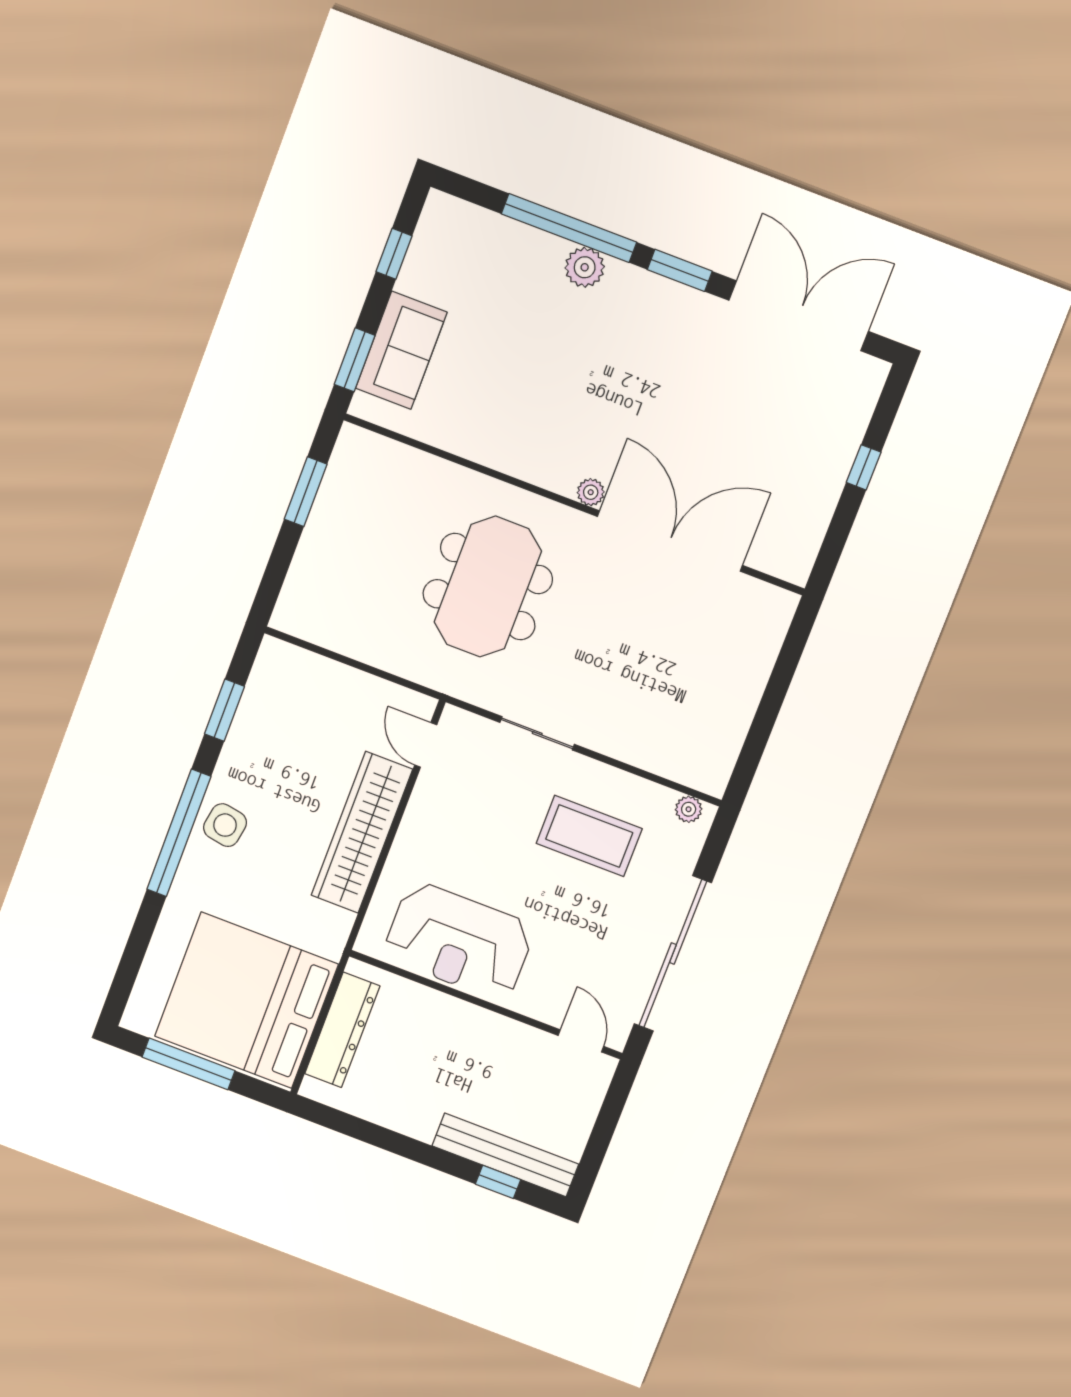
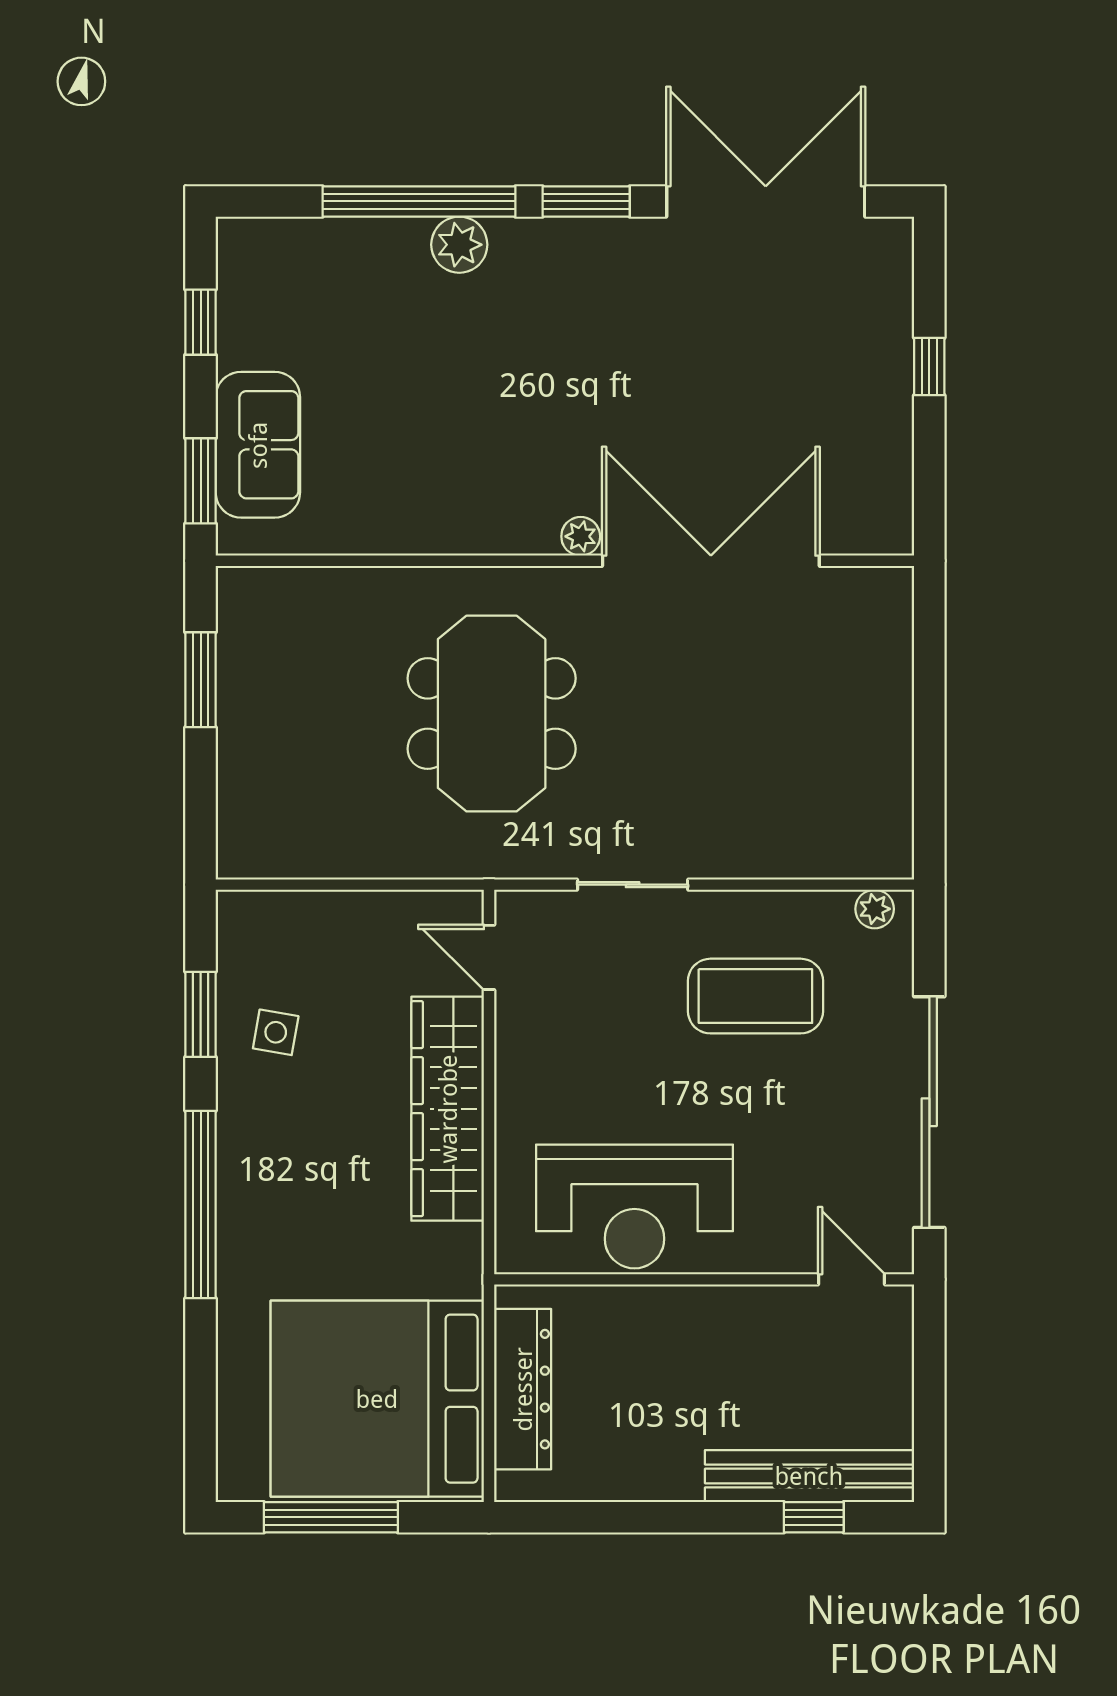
side table: (225, 825) -> (276, 1032), moved, width x0.73, depth x0.73

